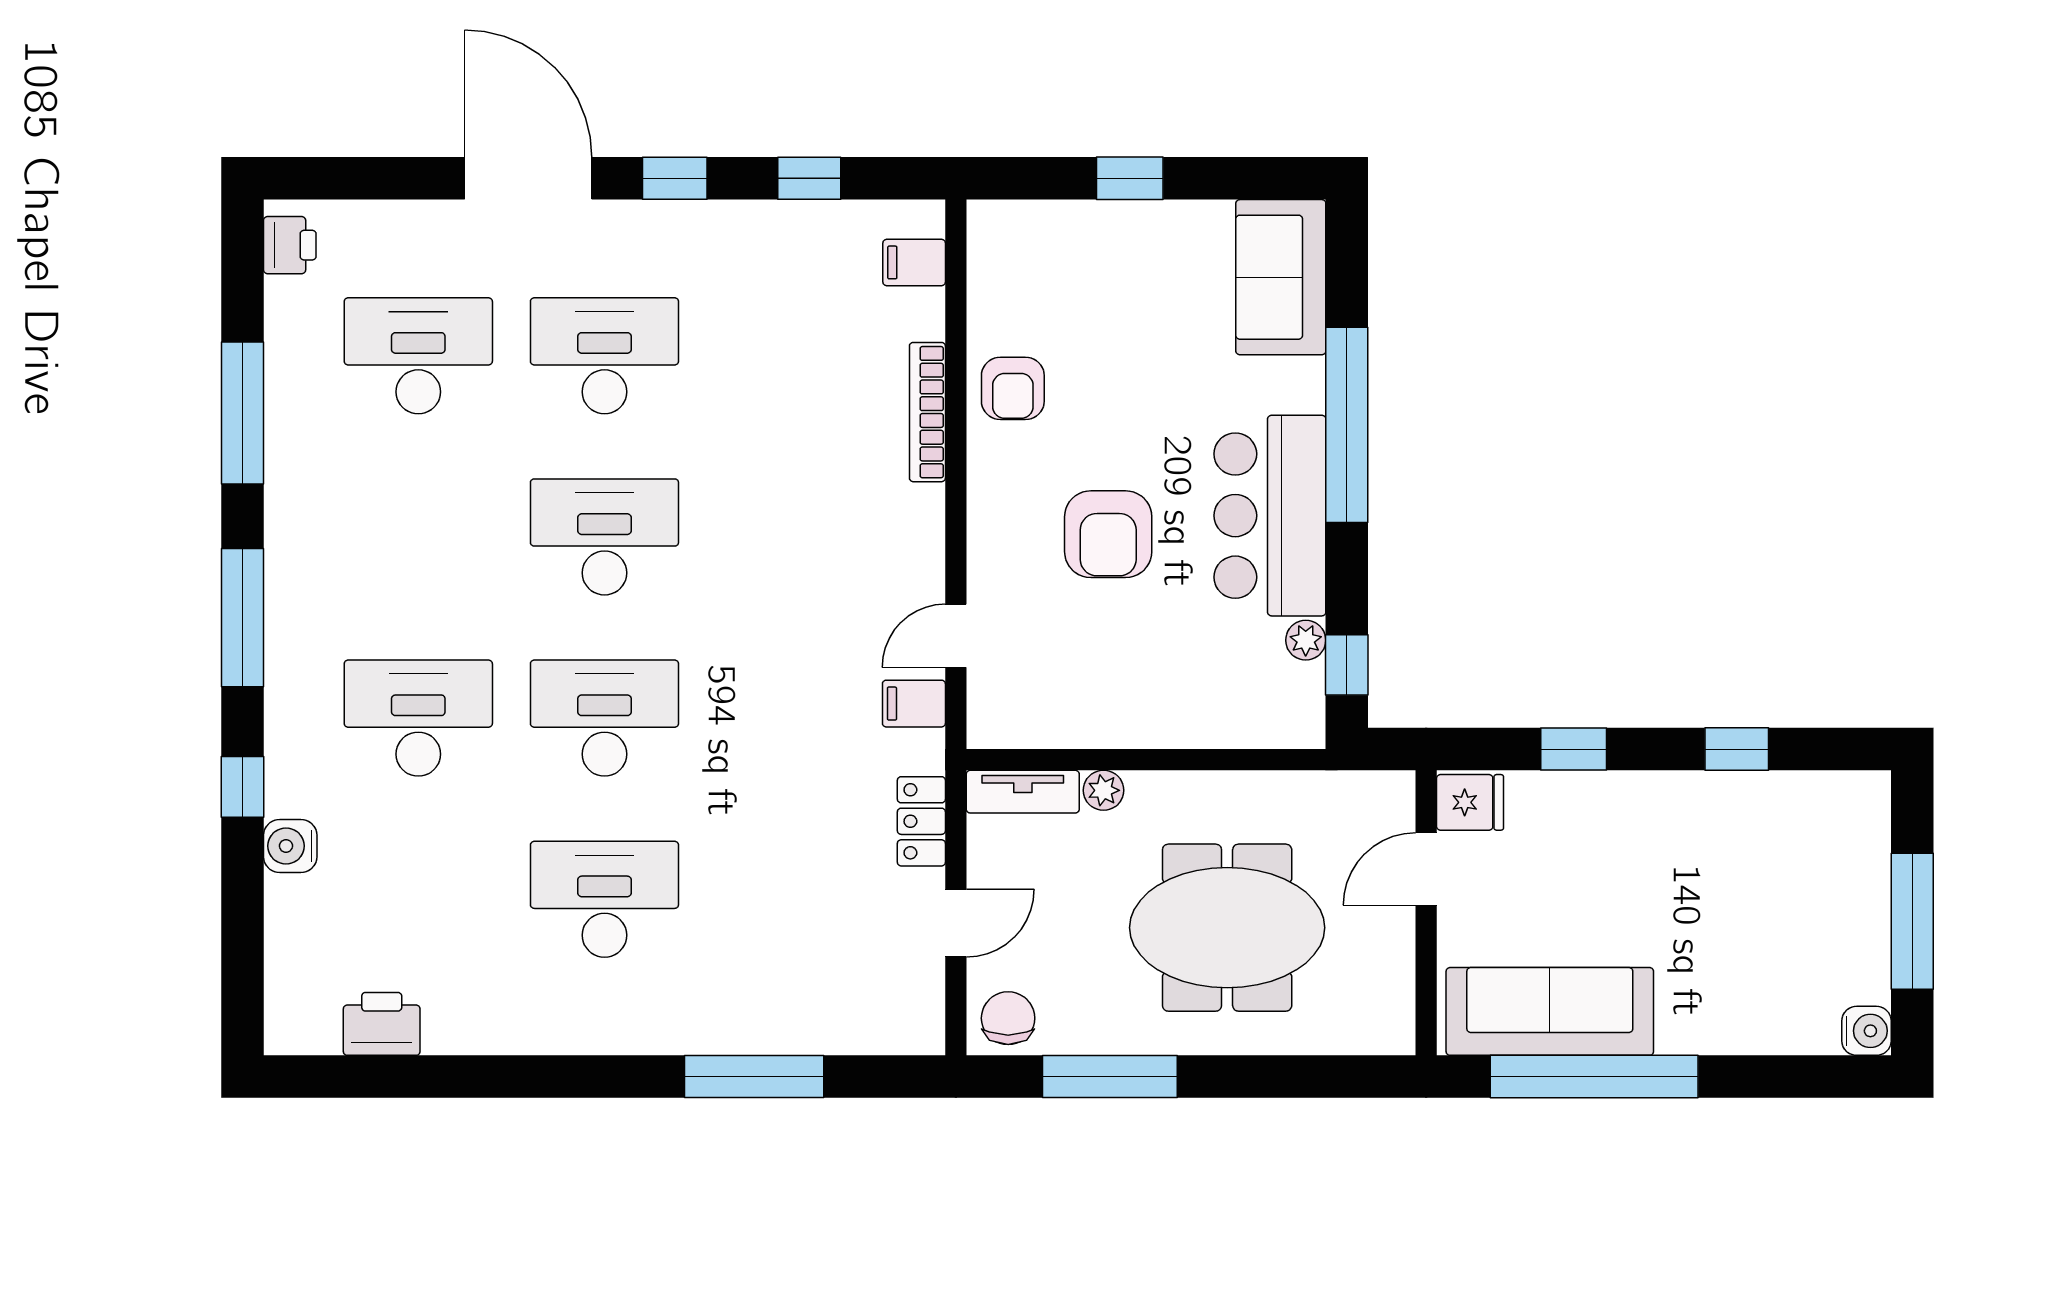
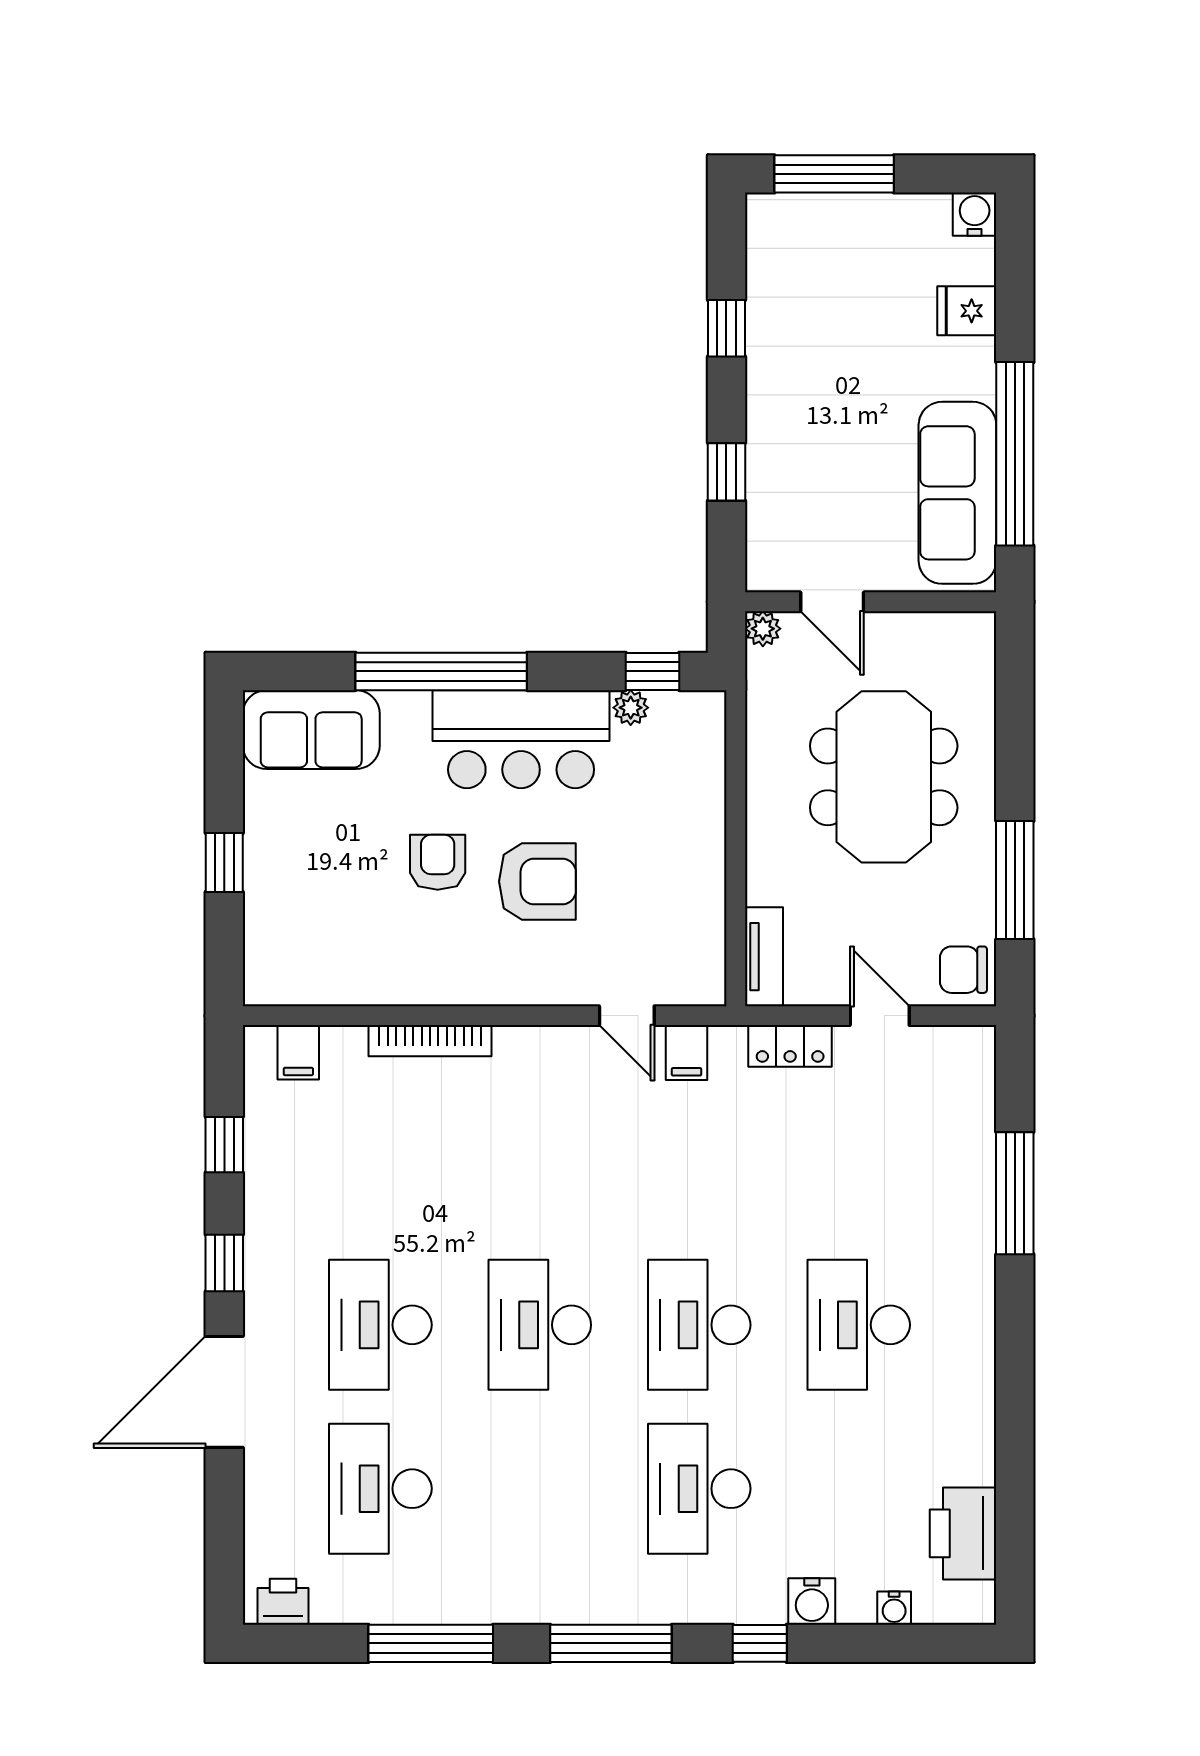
armchair: (1013, 388) -> (438, 862), moved, turned -90
plant: (1104, 790) -> (763, 629), moved
fridge: (1470, 802) -> (967, 311), moved, turned -90
window: (1912, 921) -> (834, 174), moved
water cooler: (283, 939) -> (894, 1608), added
printer: (382, 1024) -> (963, 1533), width x1.37, depth x1.19

